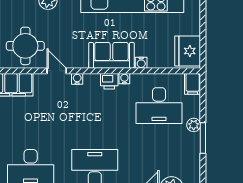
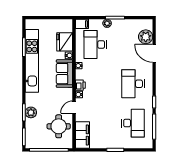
fridge: (188, 51) -> (65, 42), moved, turned 90
printer: (109, 81) -> (80, 85), moved
desk: (159, 106) -> (95, 44), turned 180

